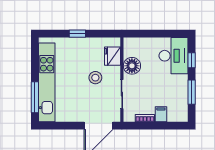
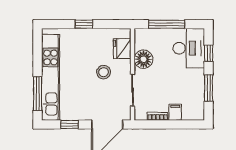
window: (153, 34) -> (167, 24), added
window: (64, 126) -> (70, 124), added

